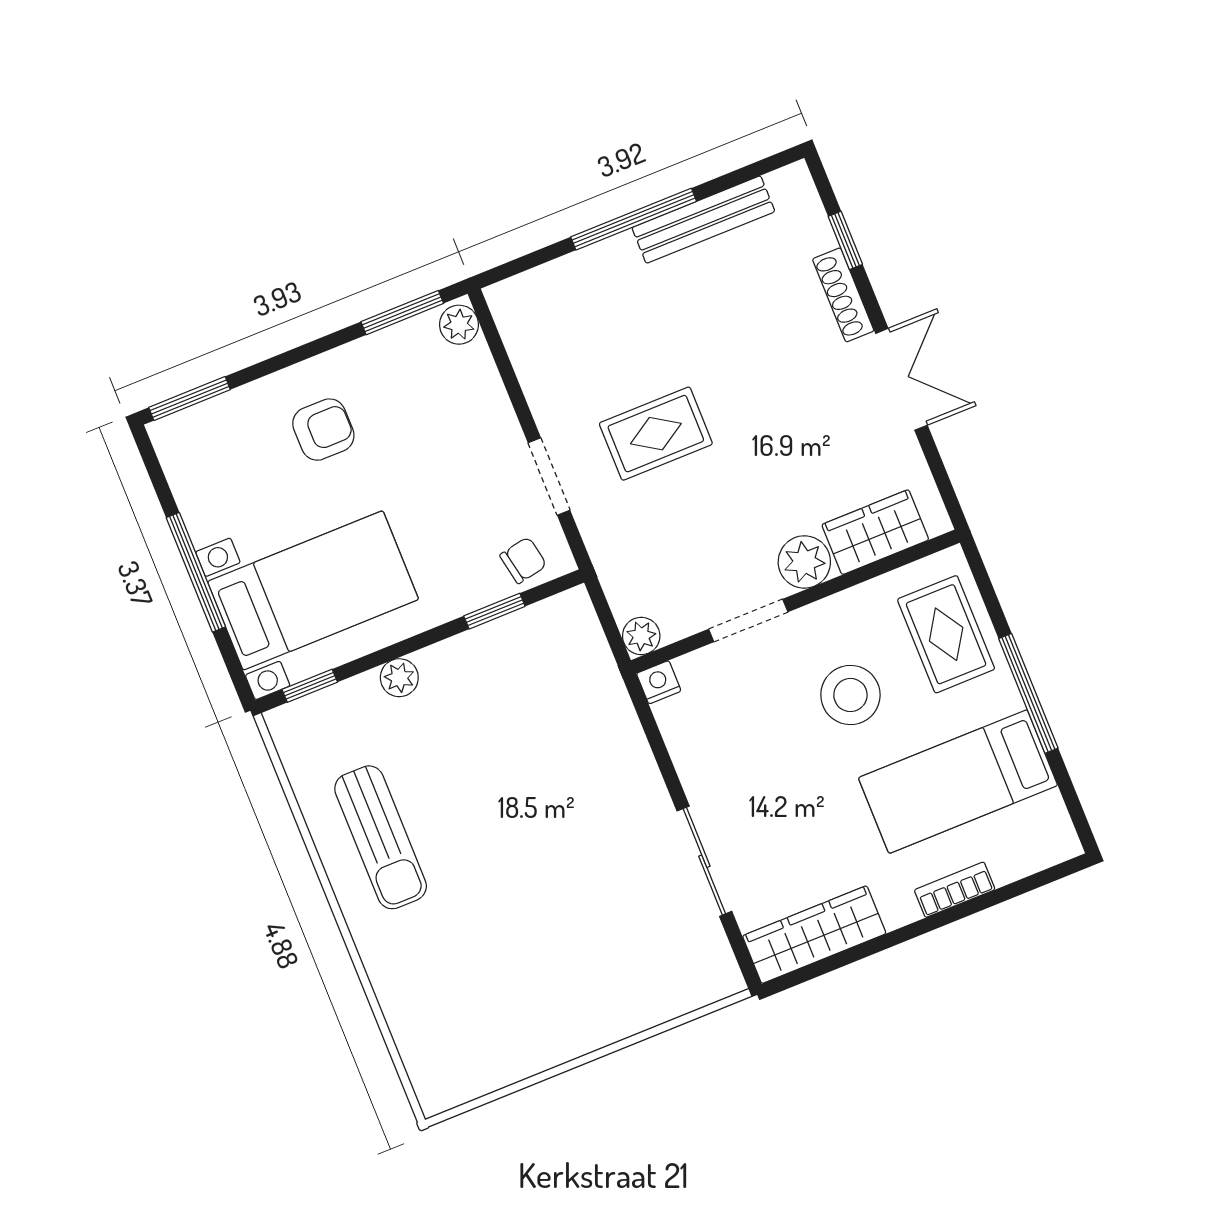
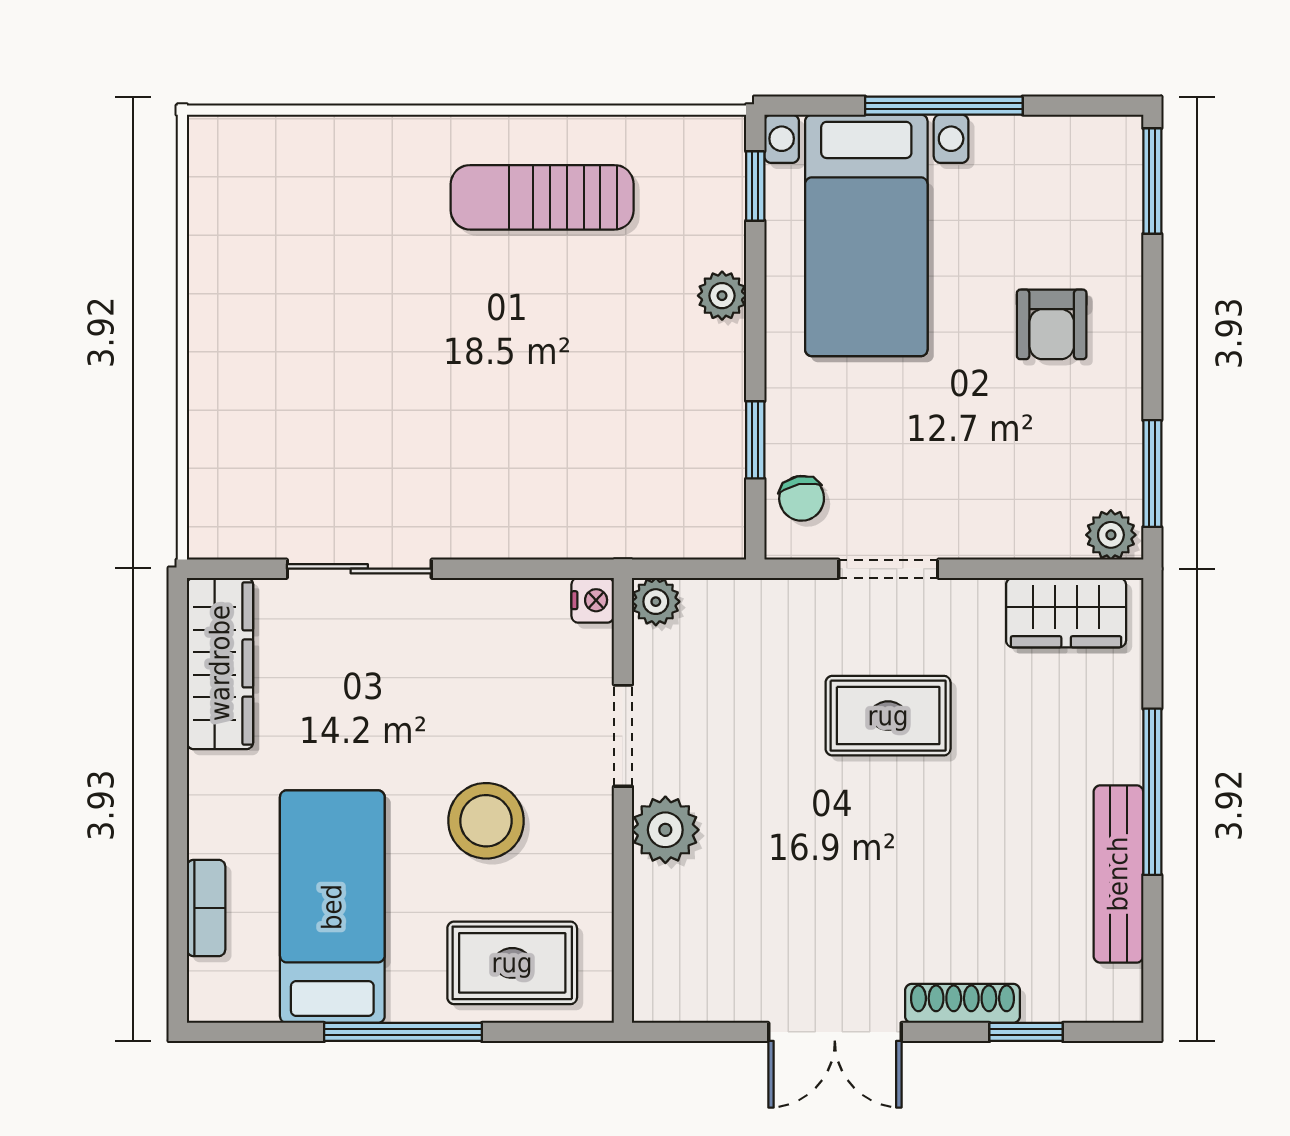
rug: (656, 434) -> (888, 716), turned 90
wardrobe: (875, 532) -> (1066, 613), moved, turned 90
bookcase: (955, 890) -> (206, 908), moved

